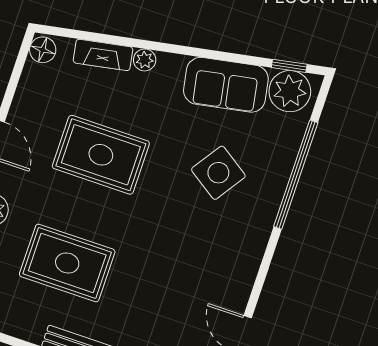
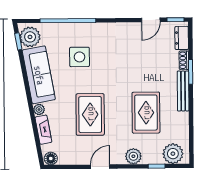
sofa: (226, 85) -> (39, 75), width x1.36
side table: (218, 173) -> (79, 57), turned -34

